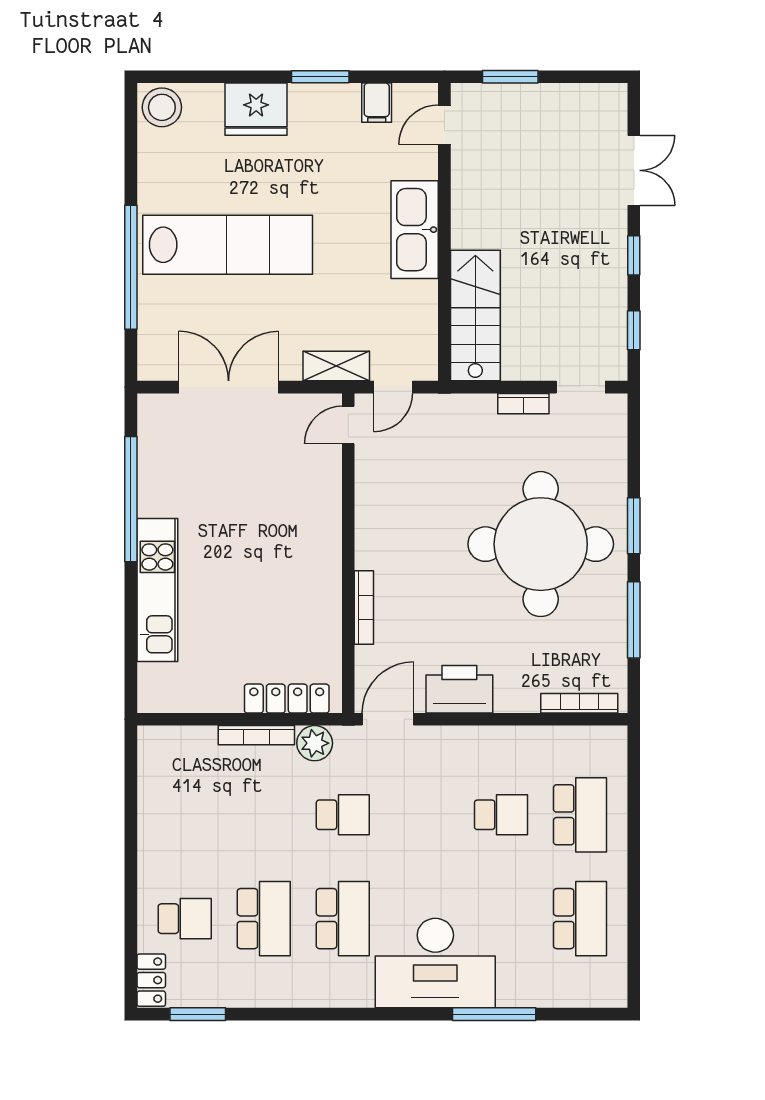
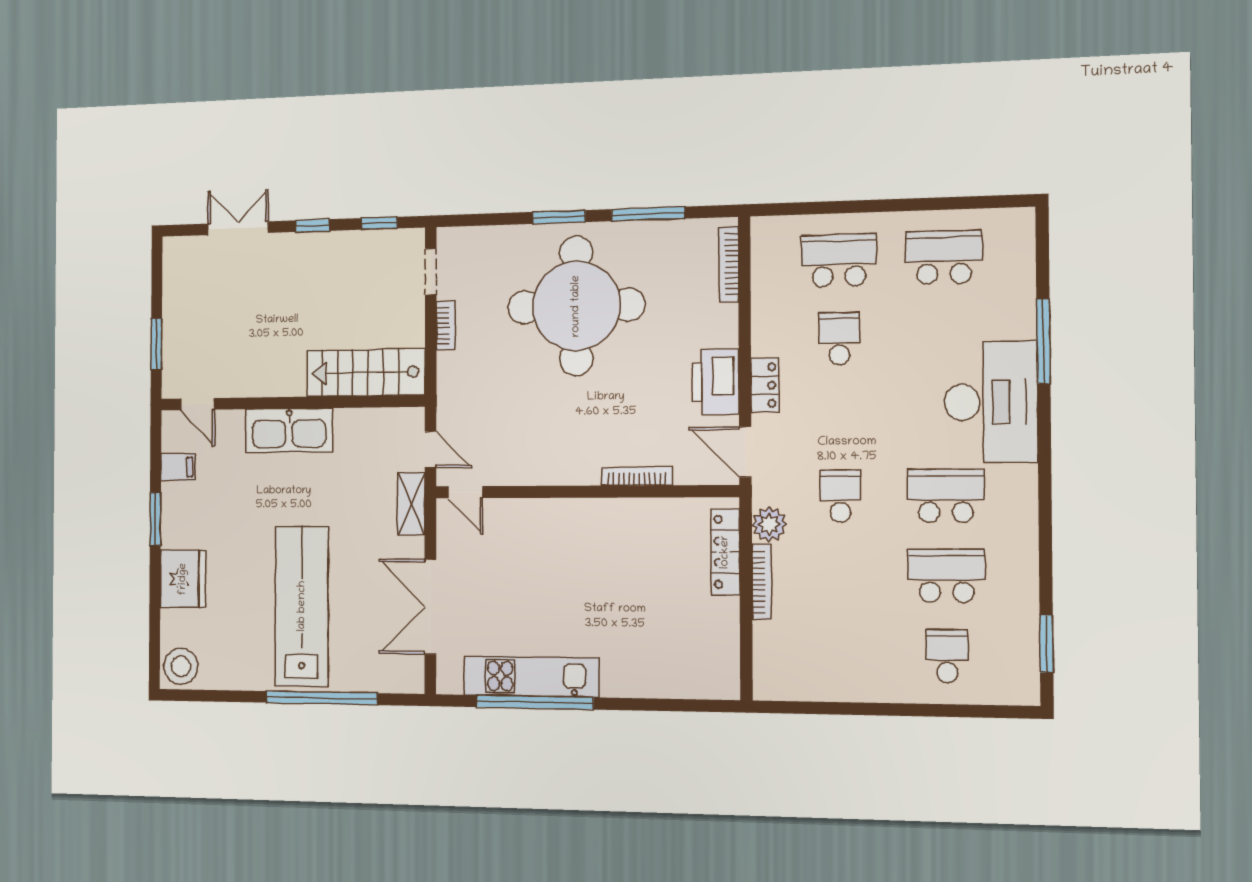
kitchen unit: (157, 590) -> (531, 677), moved
locker: (151, 980) -> (765, 385), moved, turned 90

